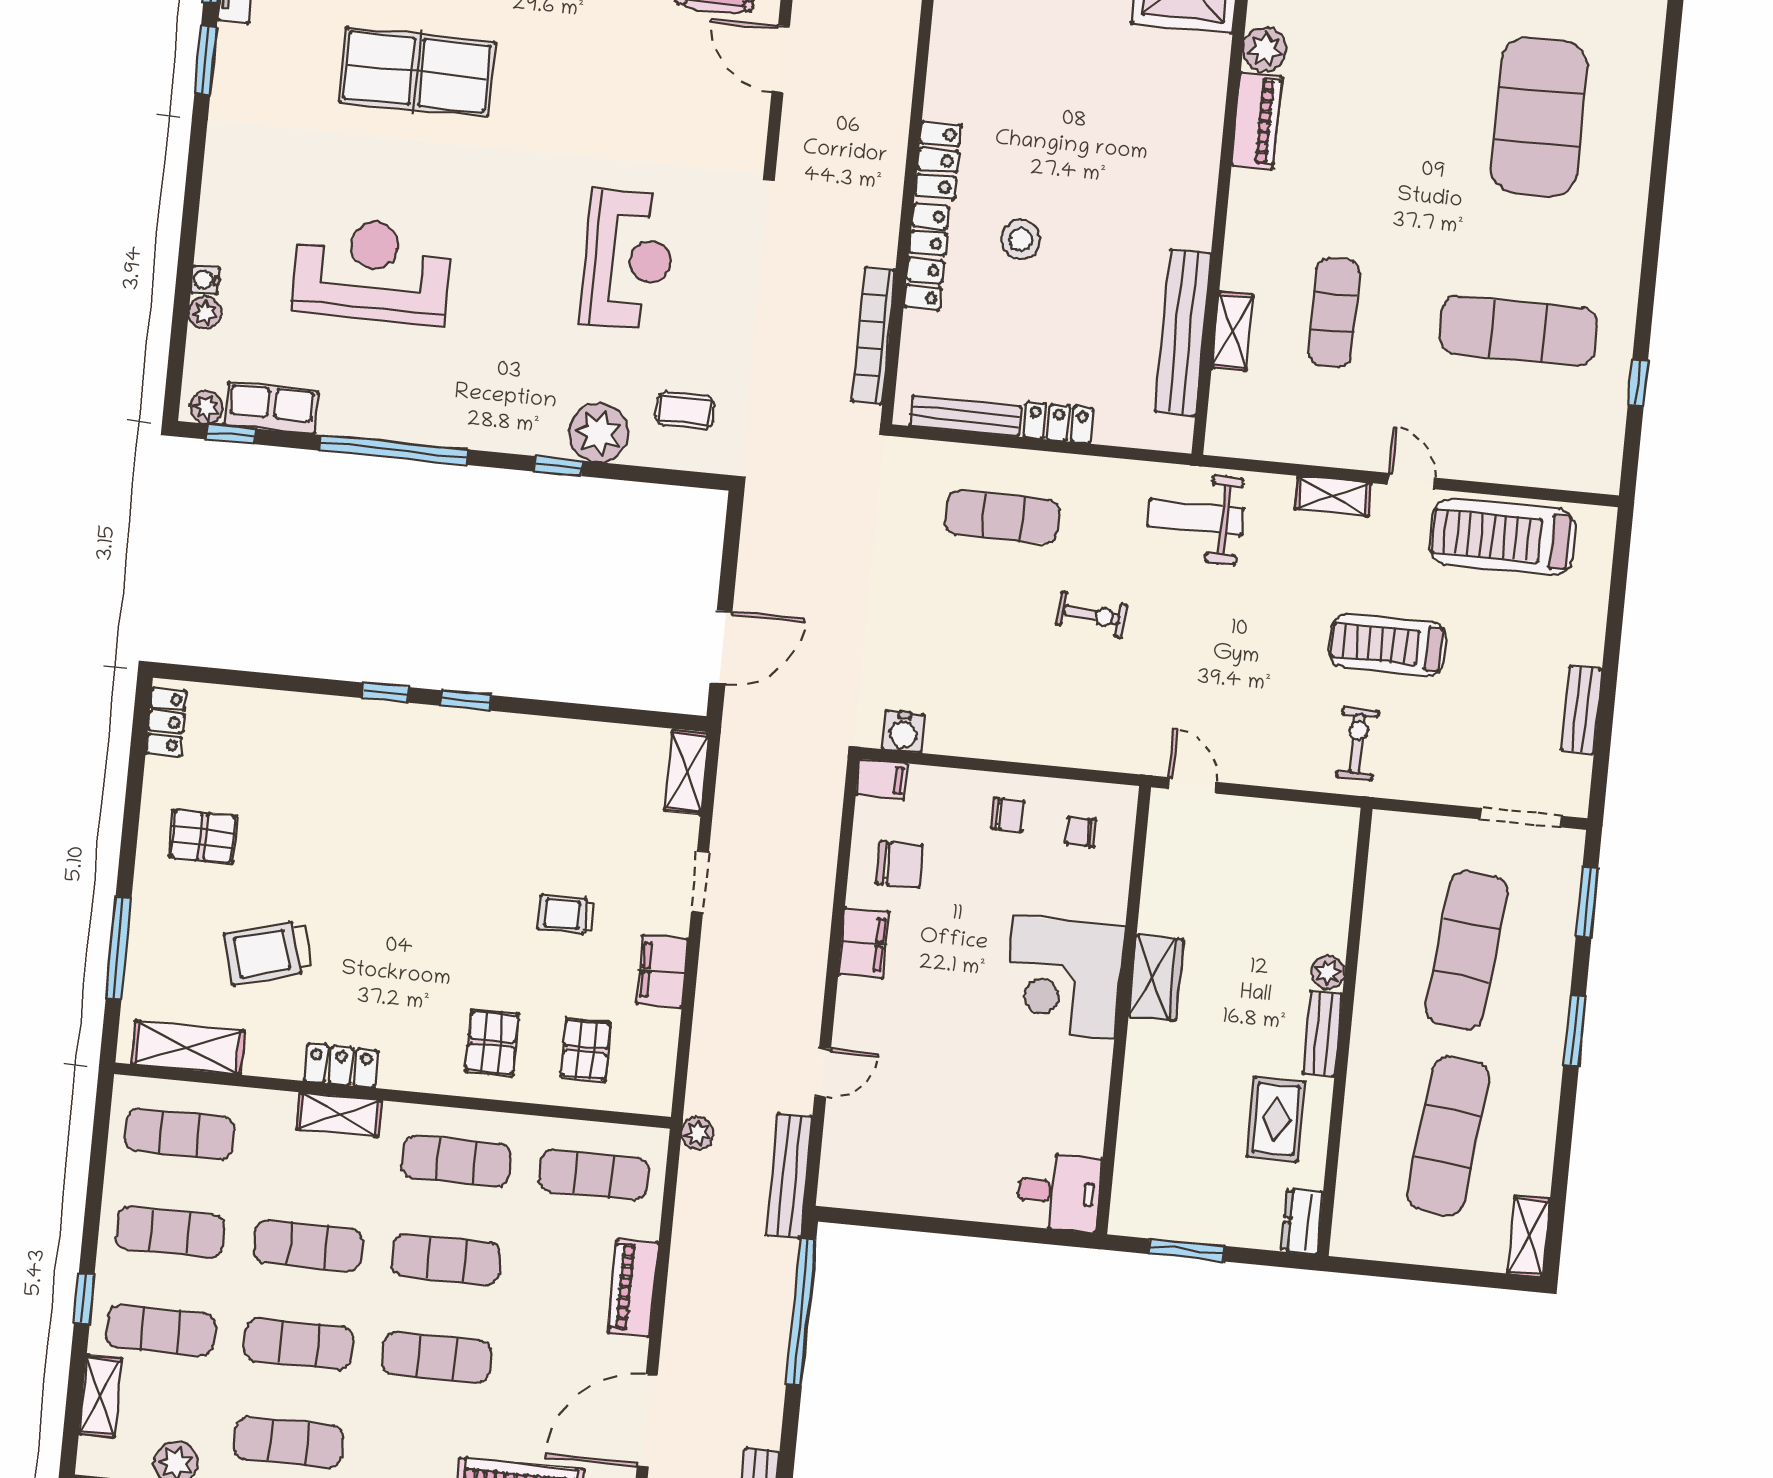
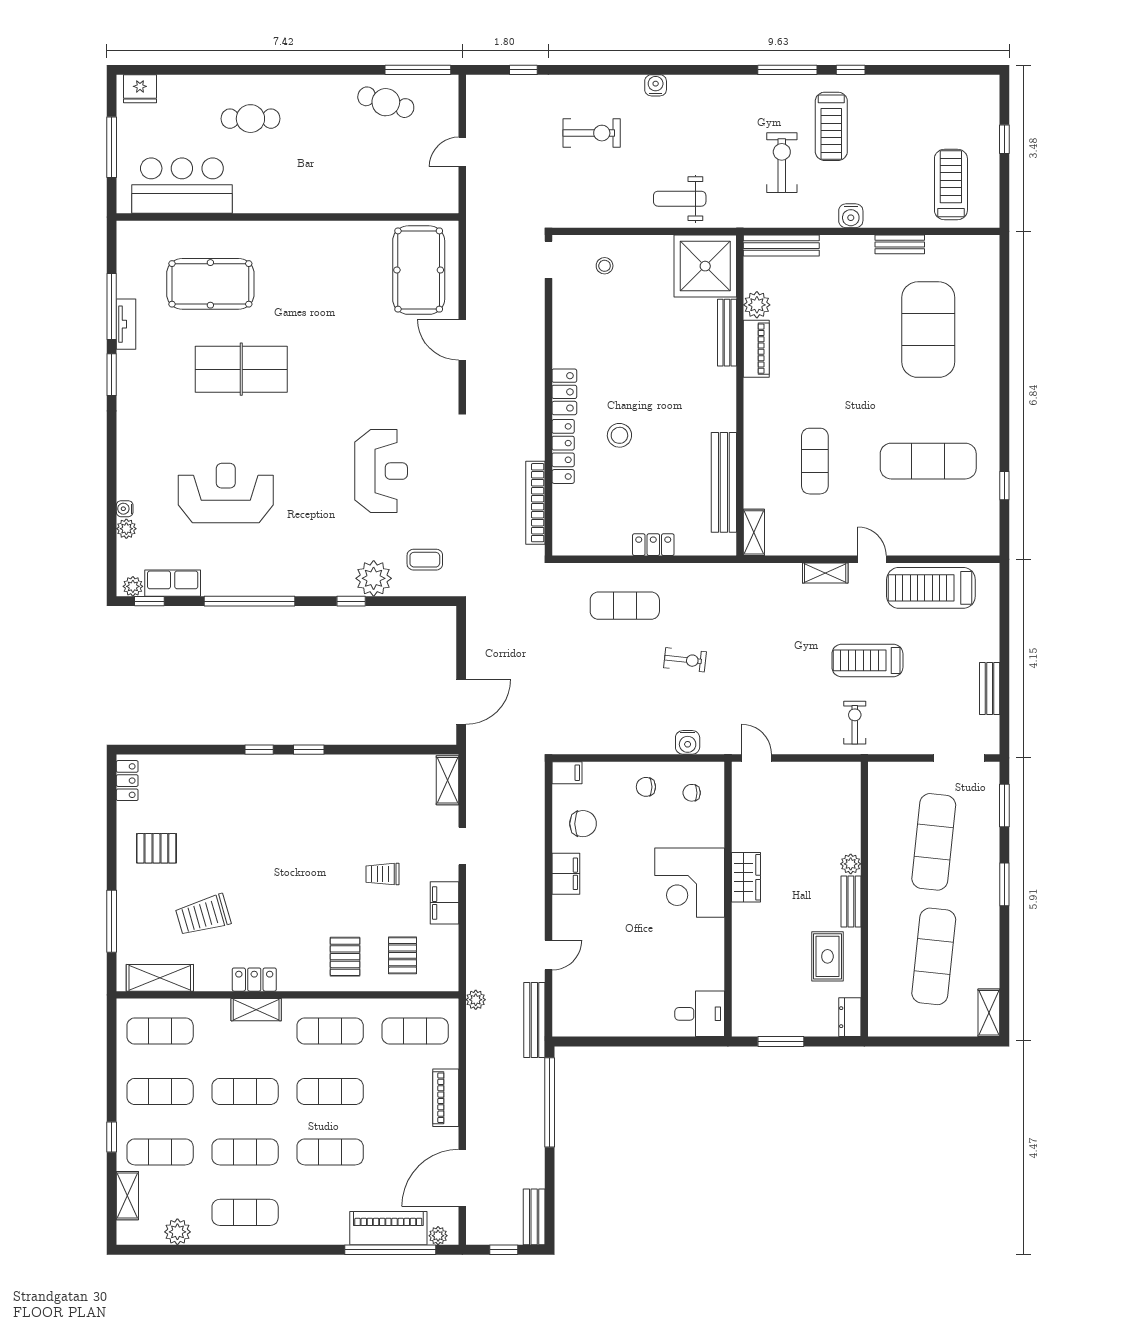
shelving: (1232, 331) -> (754, 532), moved
bench: (965, 416) -> (727, 333), moved, turned 90
weight bench: (1196, 517) -> (743, 594), removed
water cooler: (903, 732) -> (688, 742), moved
chair: (1008, 815) -> (646, 787), turned 180

